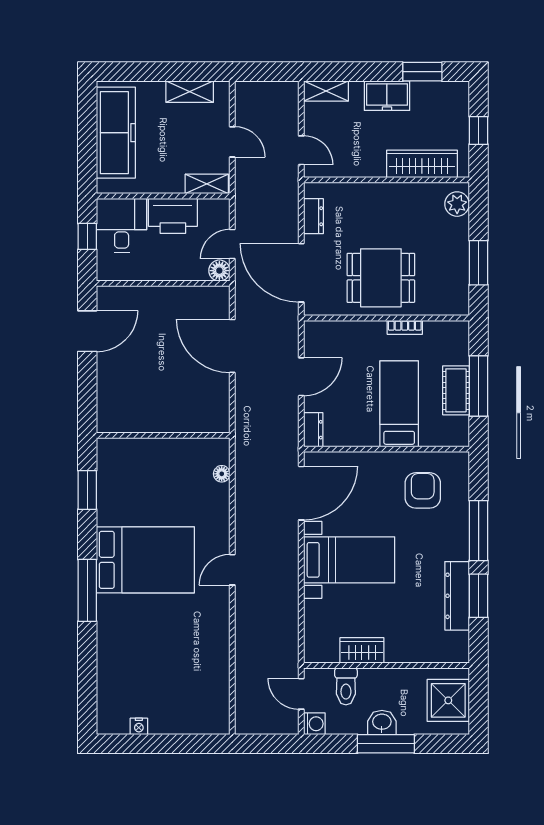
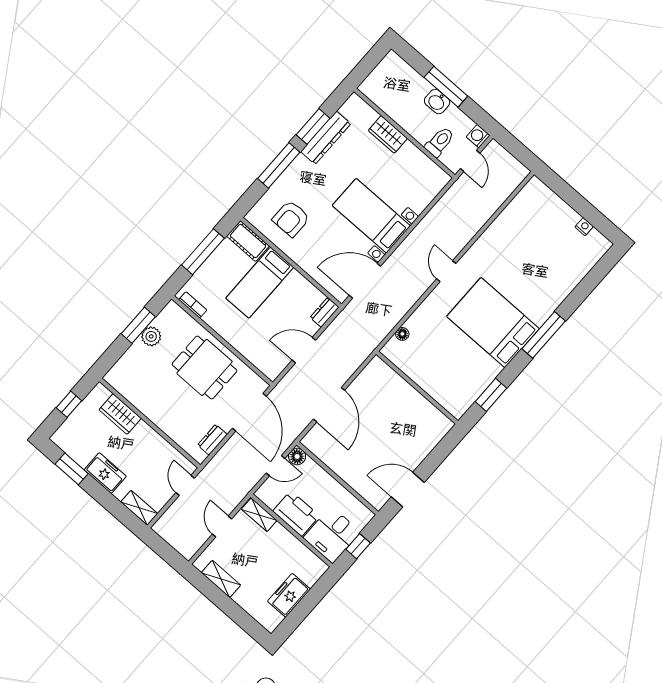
freezer: (116, 133) -> (289, 595), width x0.52, depth x0.79
wardrobe: (422, 164) -> (120, 414), width x0.67
plant: (457, 204) -> (151, 336), moved
bookcase: (405, 327) -> (193, 305), moved
cot: (456, 390) -> (248, 241), moved, turned 90
door: (232, 570) -> (446, 271), swing flipped
wardrobe: (362, 650) -> (388, 134), moved
shower: (448, 700) -> (386, 80), removed

